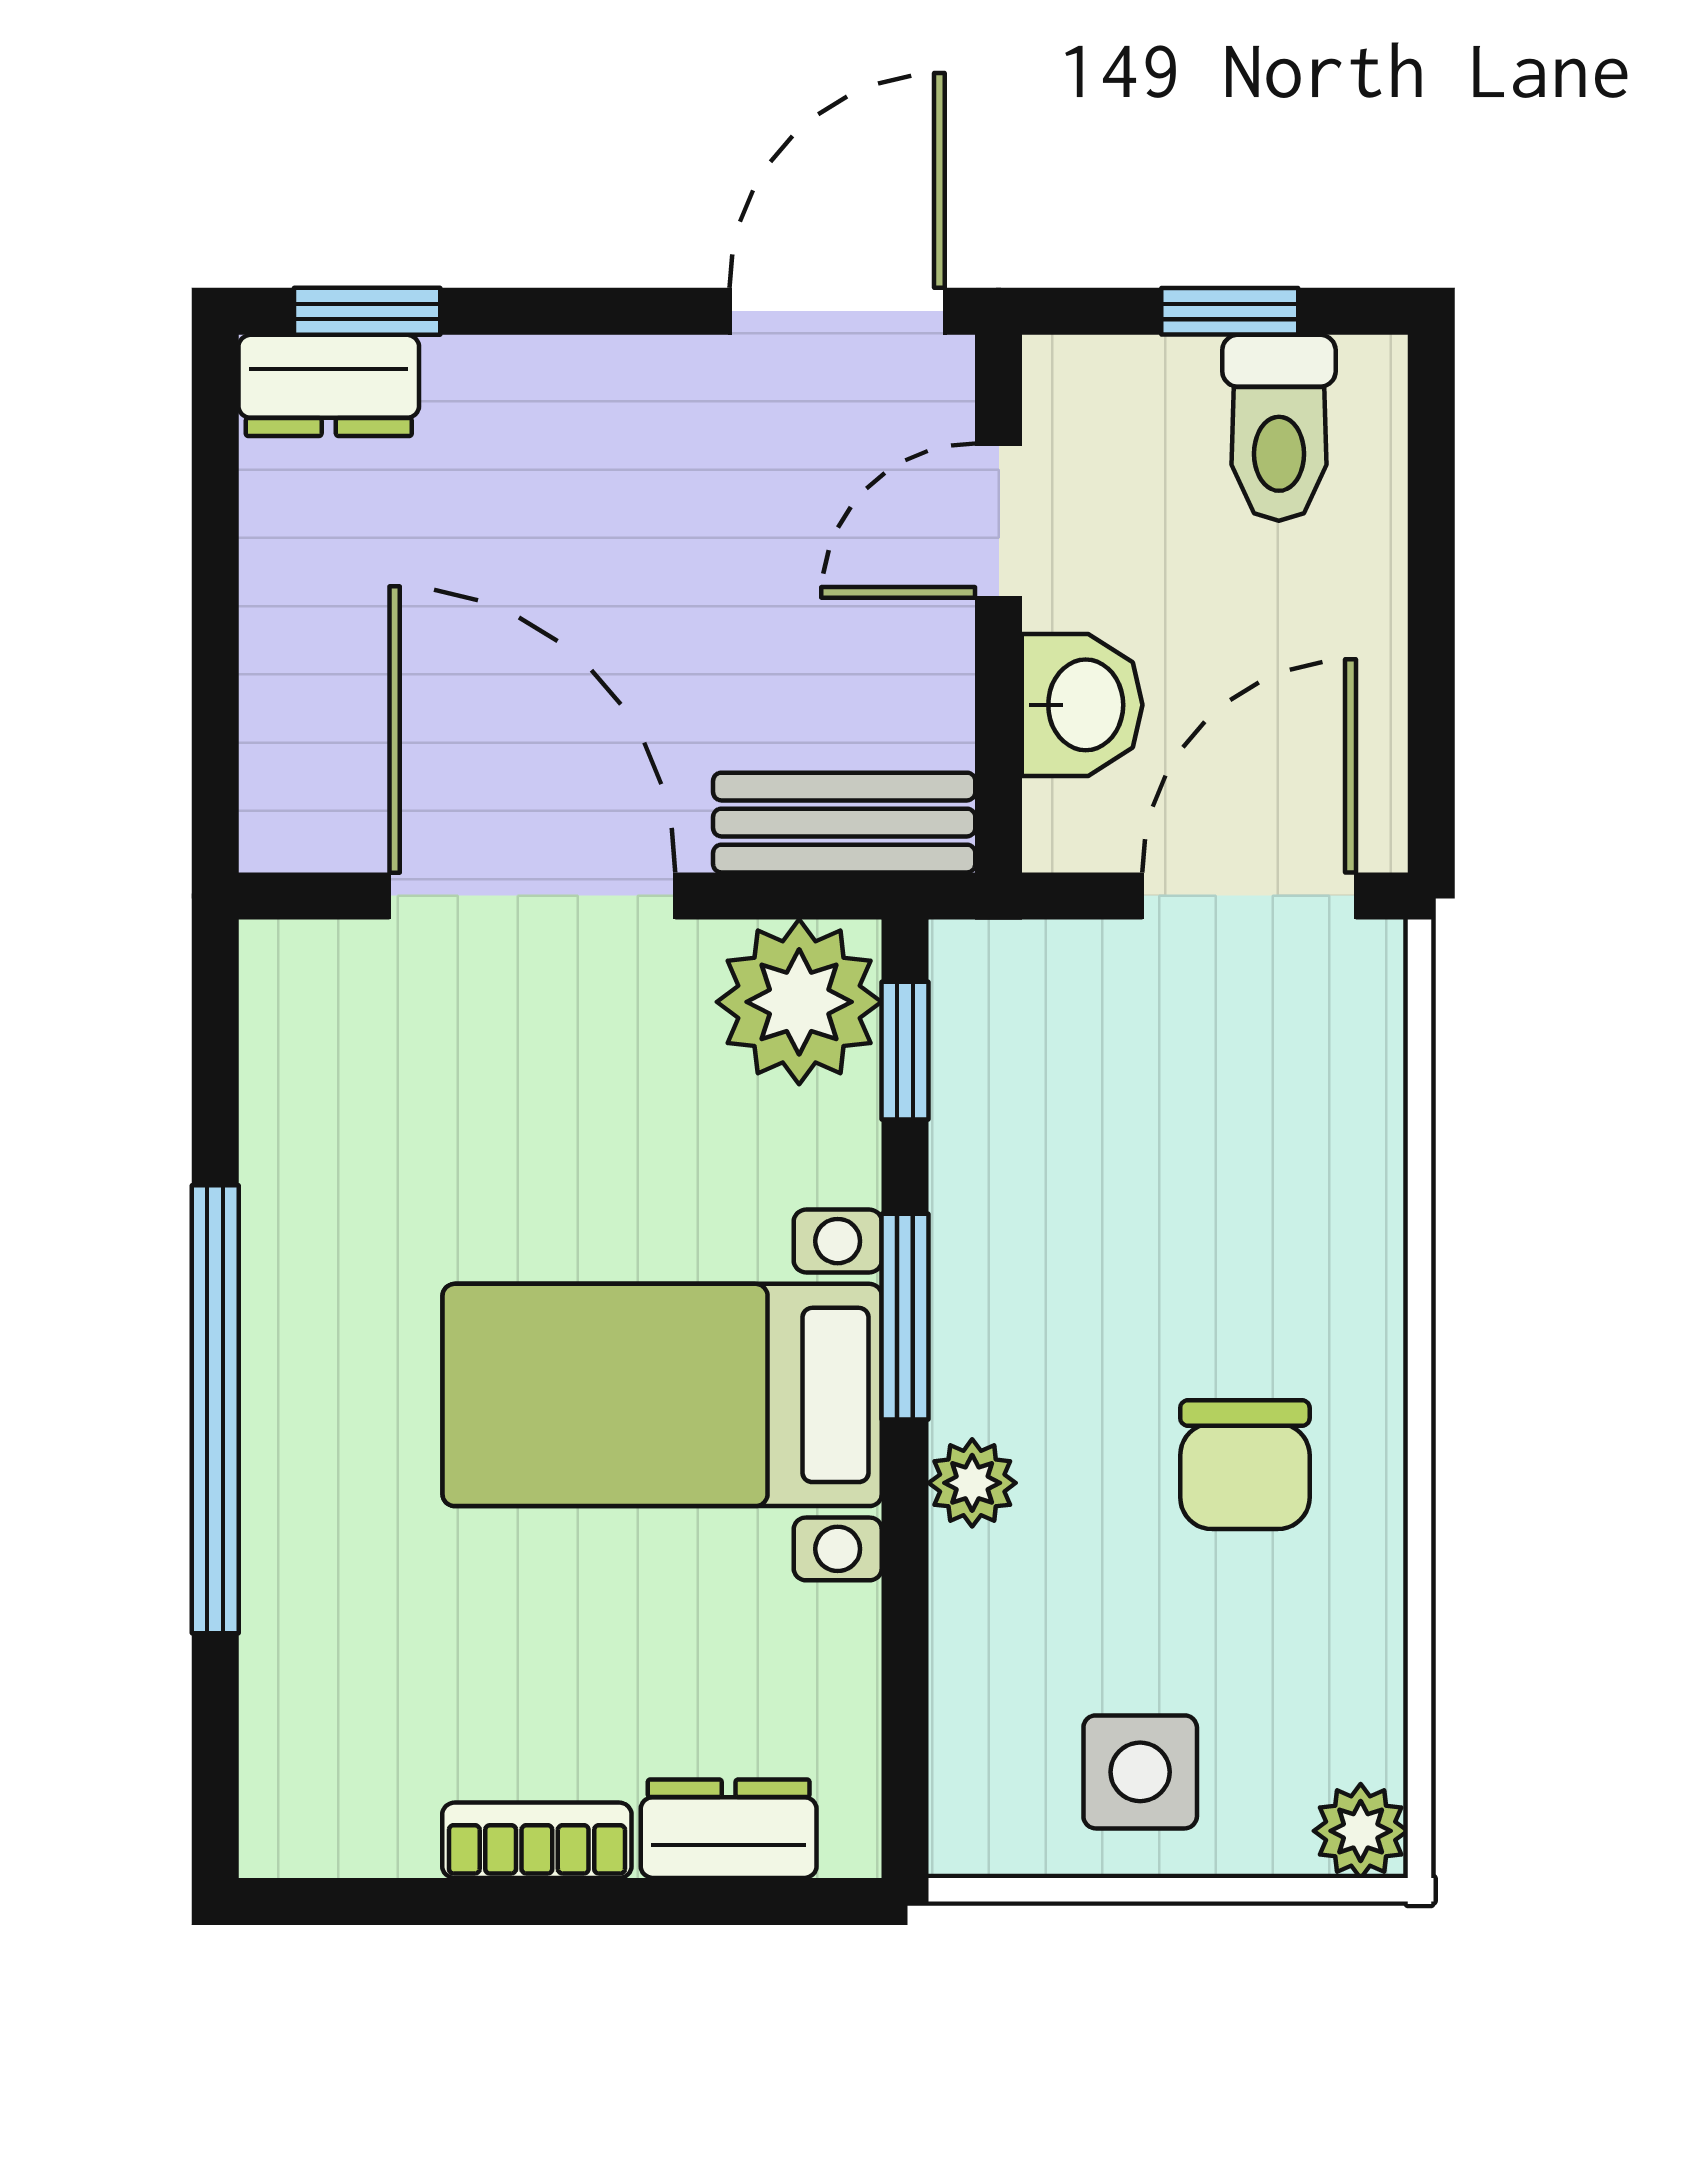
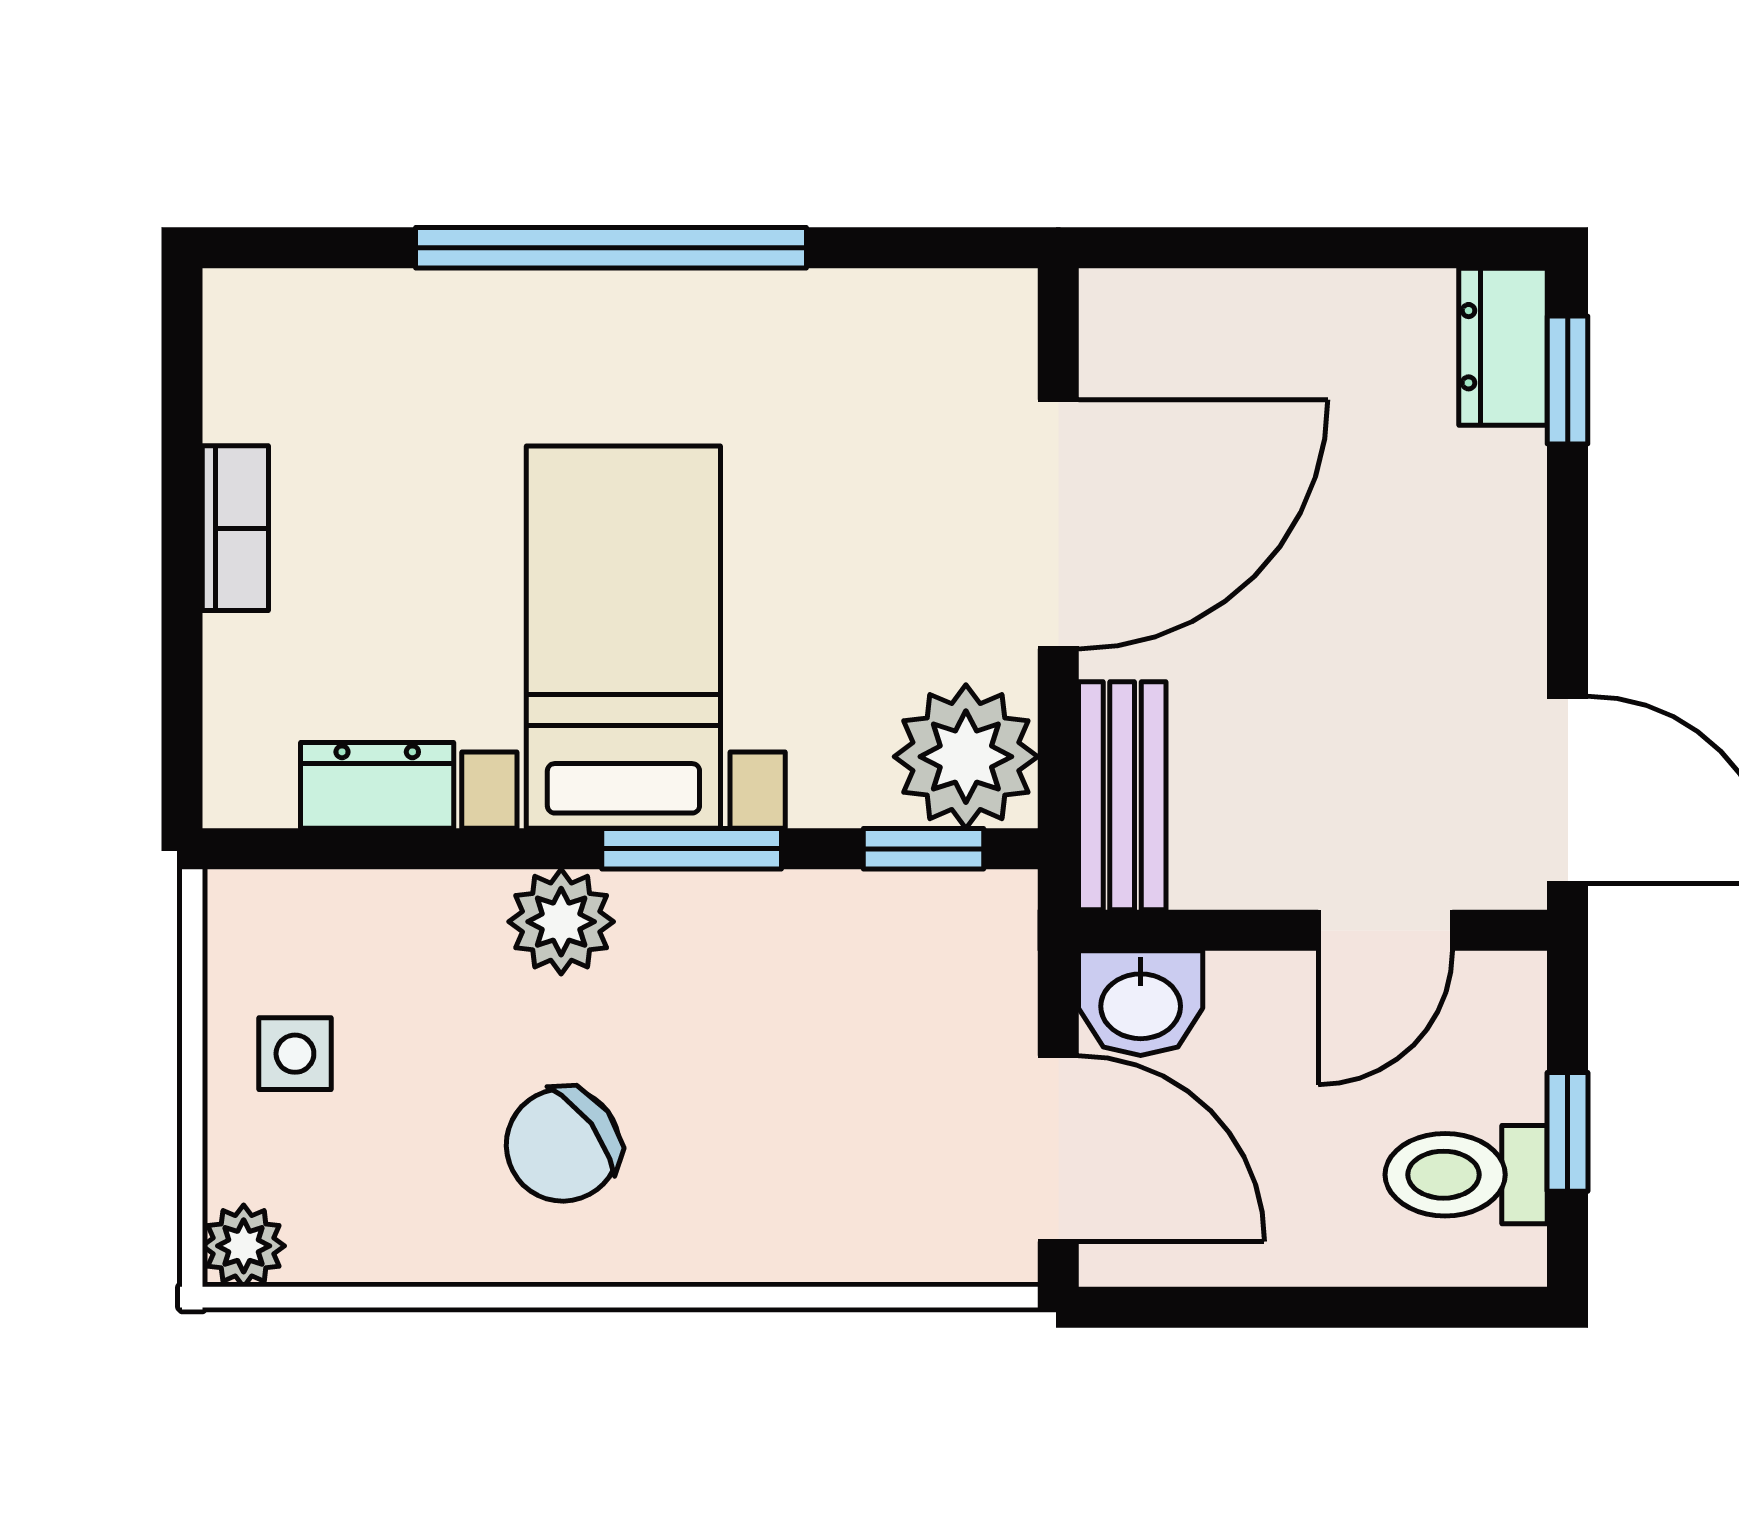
door: (999, 521) -> (1385, 930), swing flipped
washbasin: (1082, 705) -> (1141, 1003), moved
chair: (1245, 1465) -> (563, 1145), turned -37
plant: (972, 1483) -> (561, 922), width x1.38, depth x1.38
side table: (1140, 1772) -> (295, 1054), width x0.73, depth x0.73
dresser: (729, 1829) -> (377, 785), moved, turned -90

